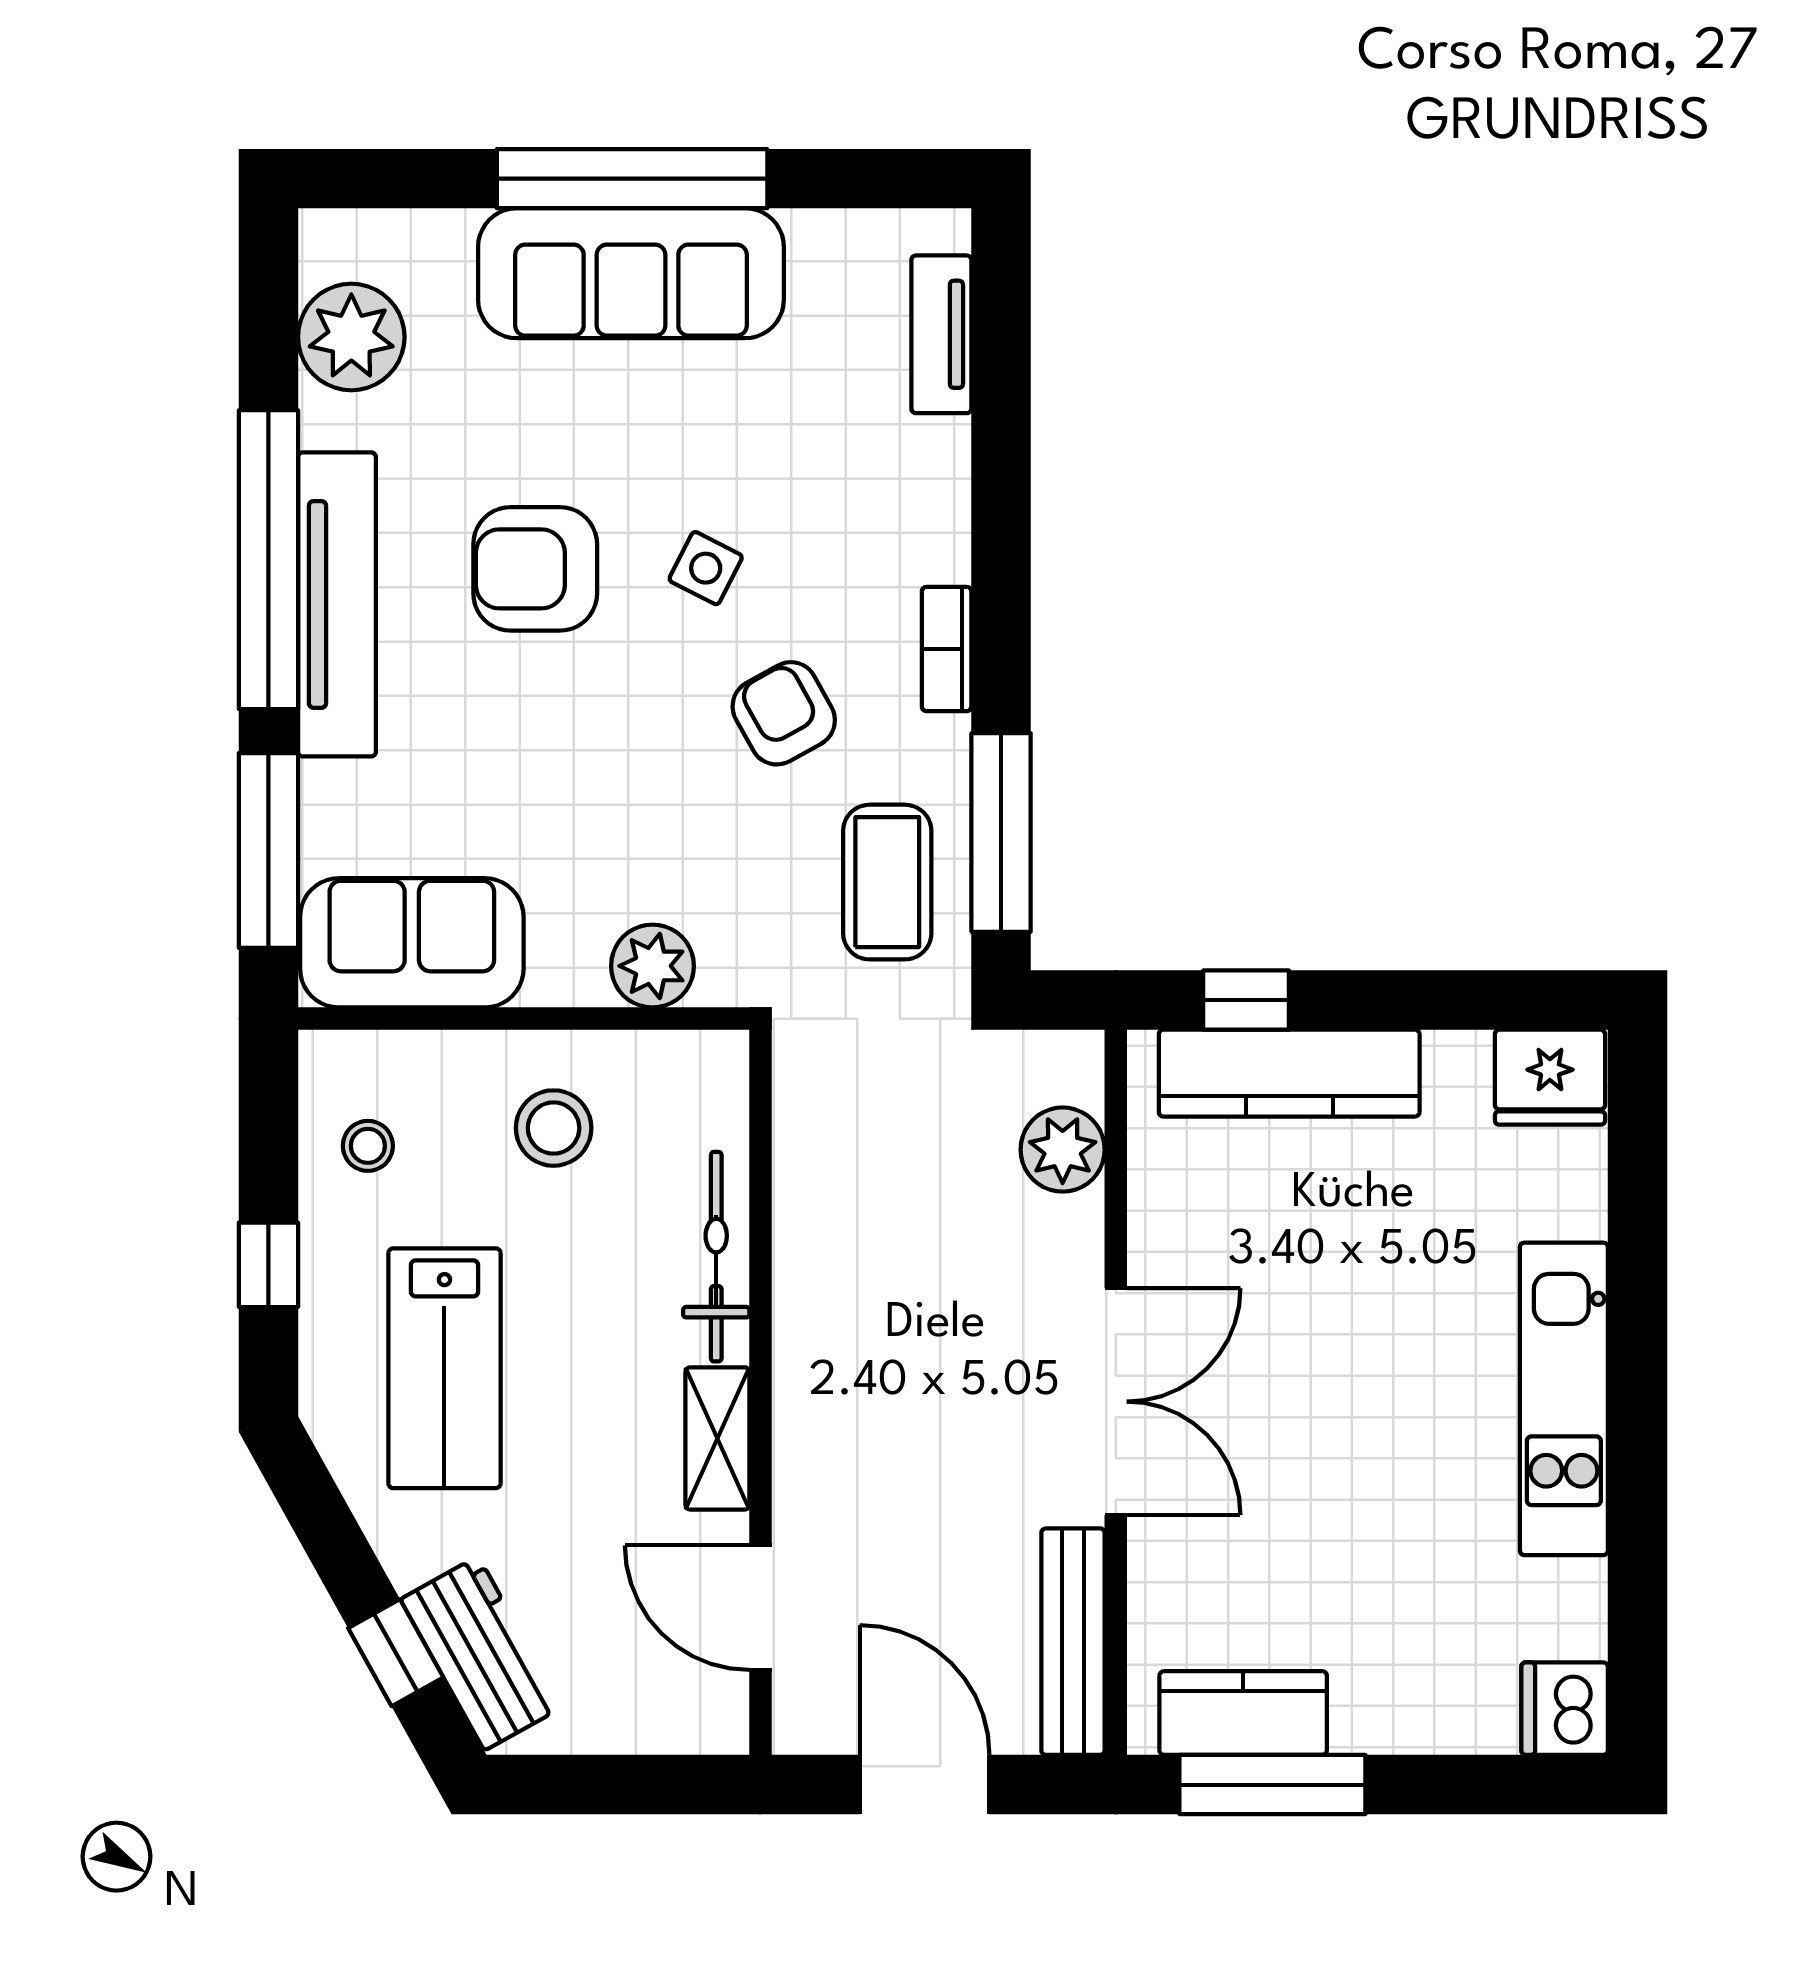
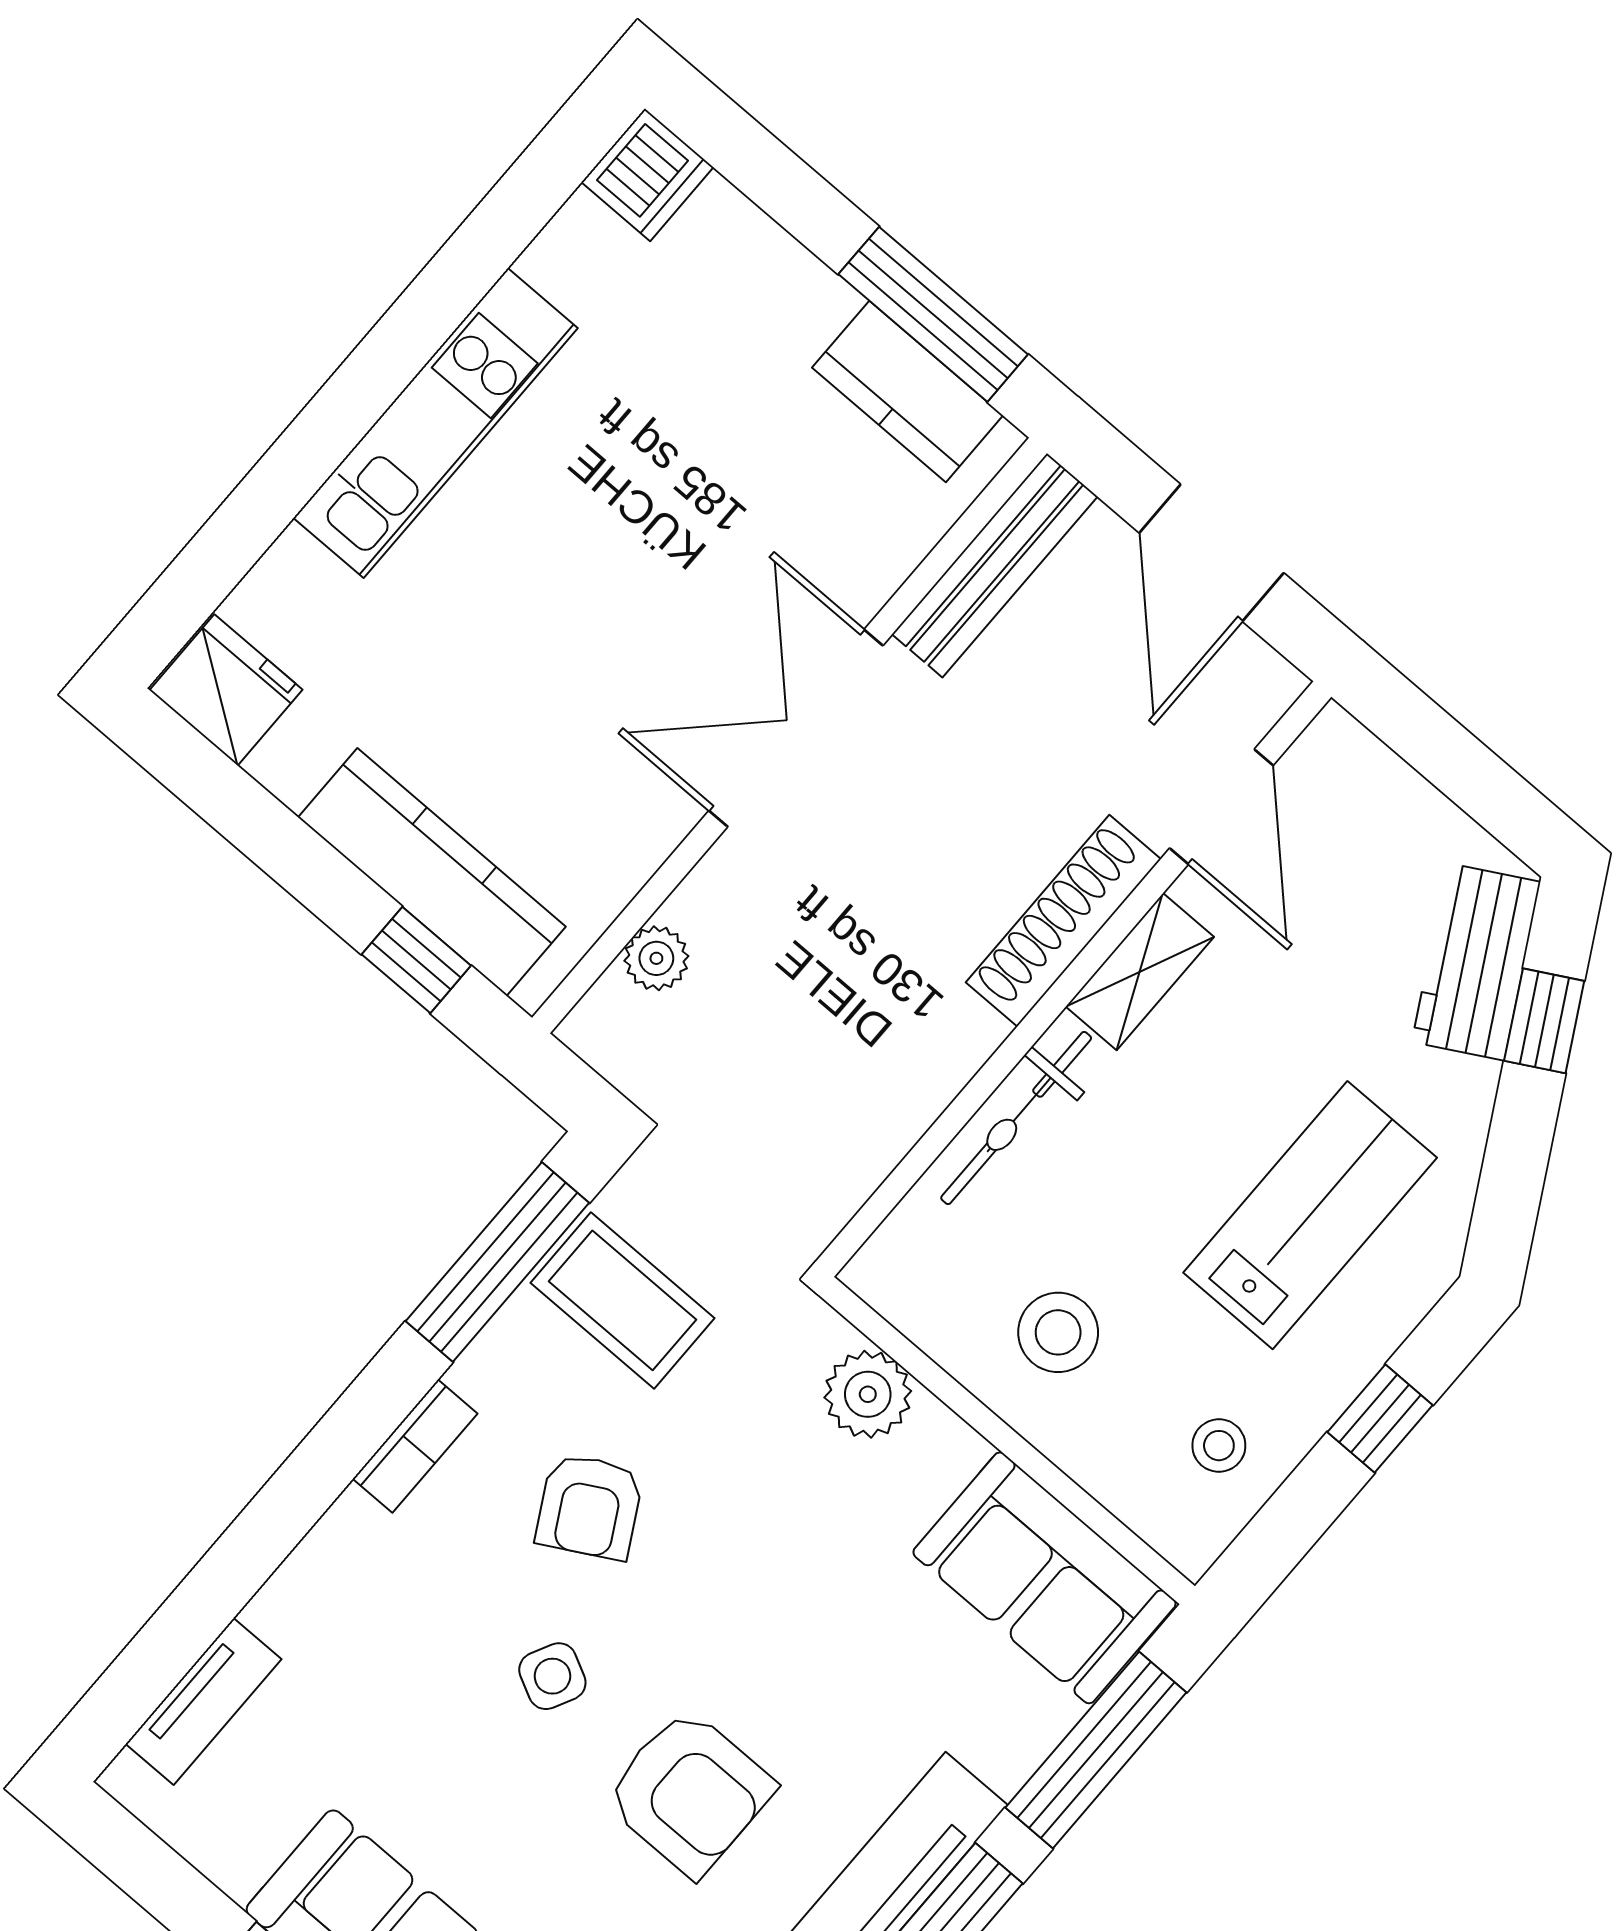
coffee table: (887, 882) -> (622, 1300), turned 90
plant: (1063, 1150) -> (656, 958), width x0.73, depth x0.73
shoe rack: (804, 1428) -> (1063, 921), added

